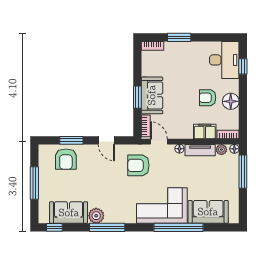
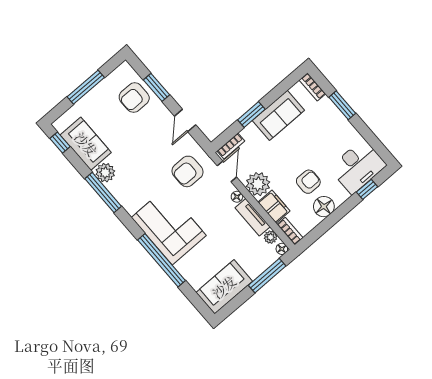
sofa: (152, 95) -> (278, 115), moved
armchair: (208, 98) -> (308, 182), turned 90
plant: (183, 129) -> (258, 184), added
armchair: (138, 165) -> (188, 171), turned -90
sofa: (208, 212) -> (224, 287), moved, turned -90

